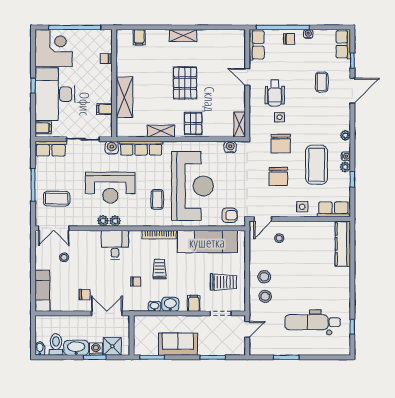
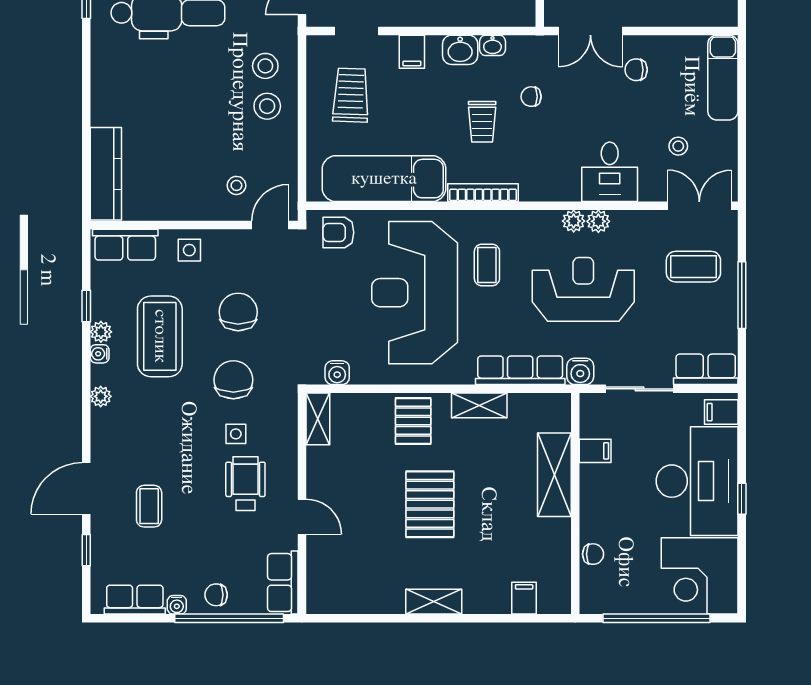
row of seats: (343, 44) -> (135, 600), moved, turned -90
desk: (115, 245) -> (610, 172), moved
trolley: (224, 282) -> (351, 95), turned 92

